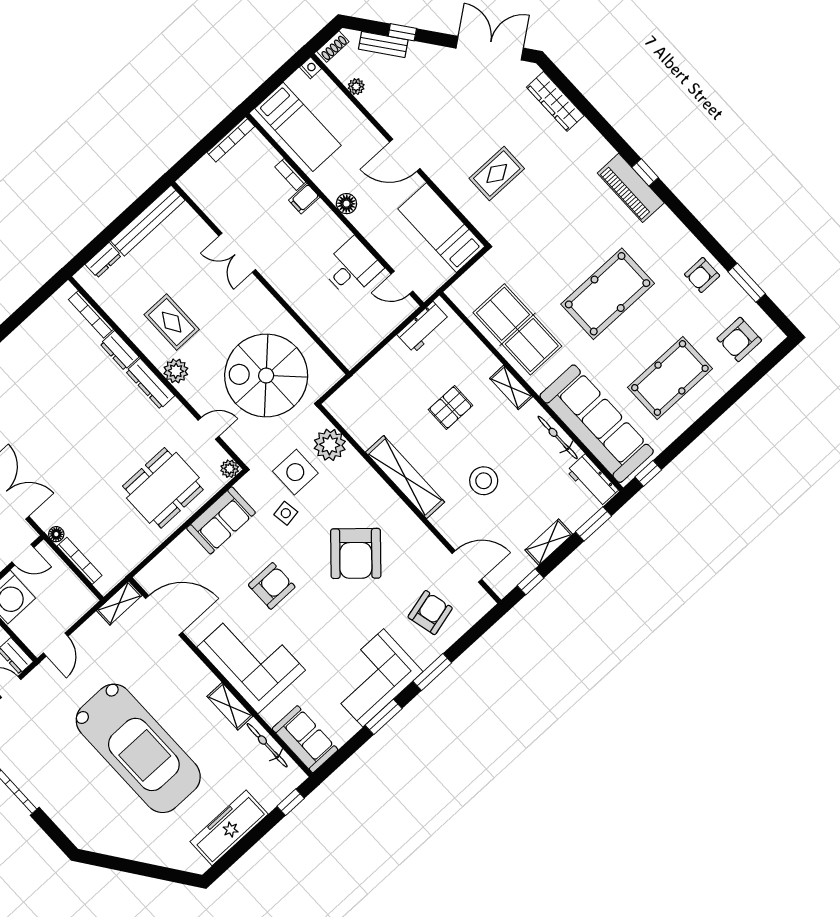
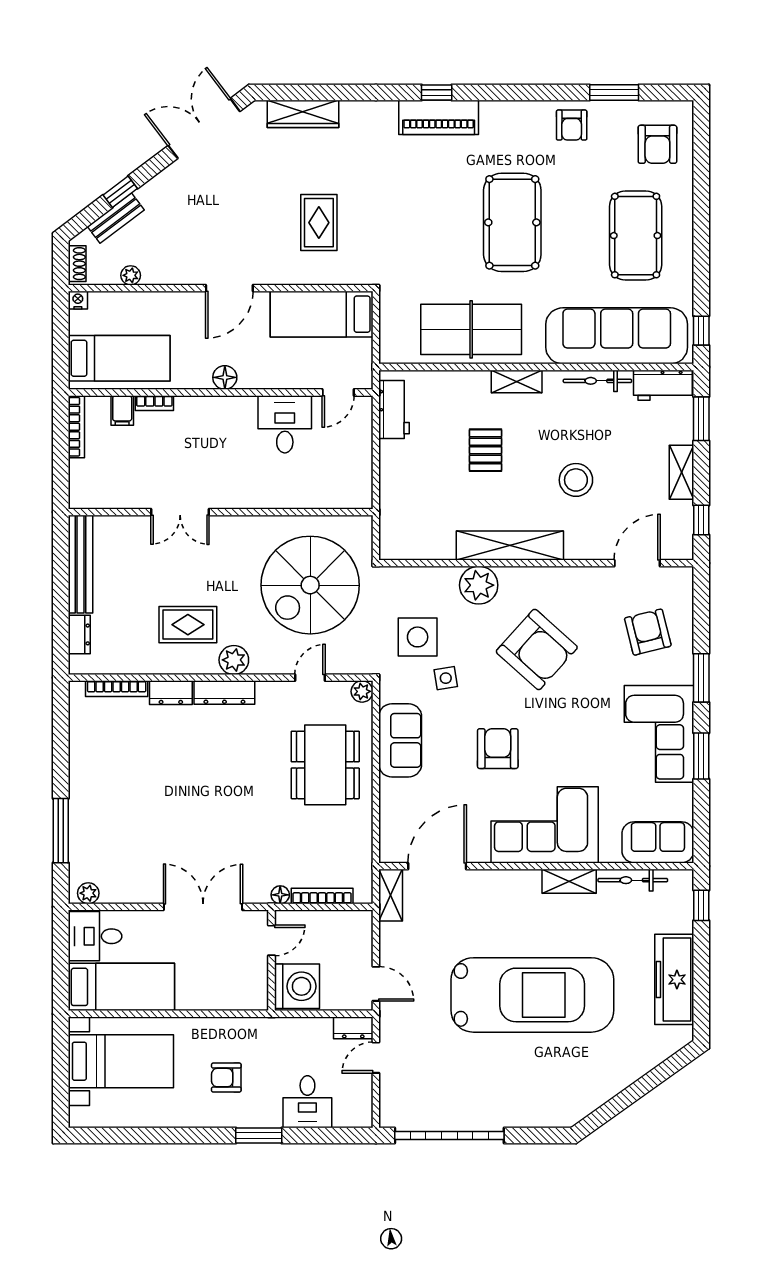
filing cabinet: (304, 199) -> (122, 410), moved
plant: (330, 445) -> (479, 585), moved

